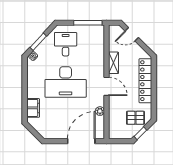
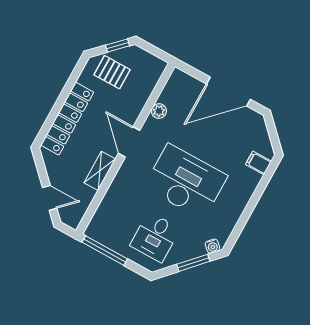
filing cabinet: (33, 108) -> (258, 163), width x0.50
door: (81, 141) -> (228, 92), moved

